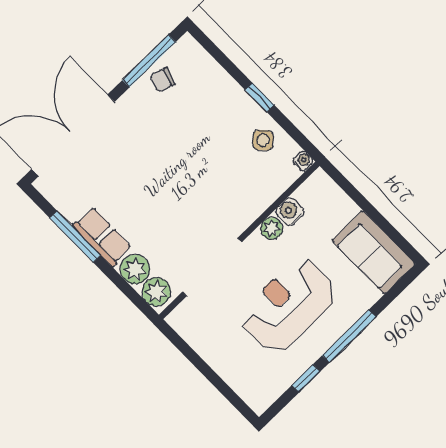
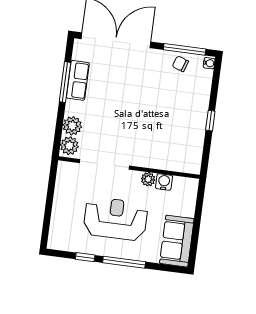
side table: (263, 140) -> (190, 139), removed
water cooler: (303, 161) -> (209, 63), moved
row of seats: (102, 237) -> (78, 80), moved

